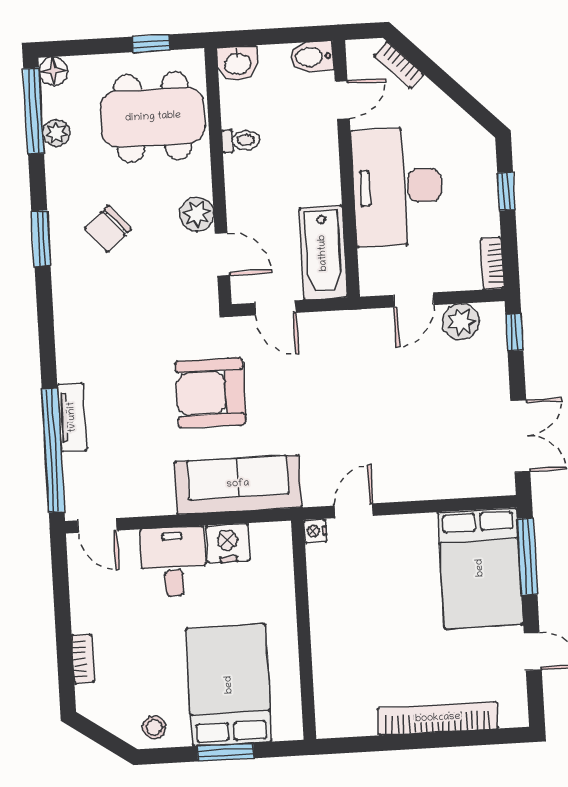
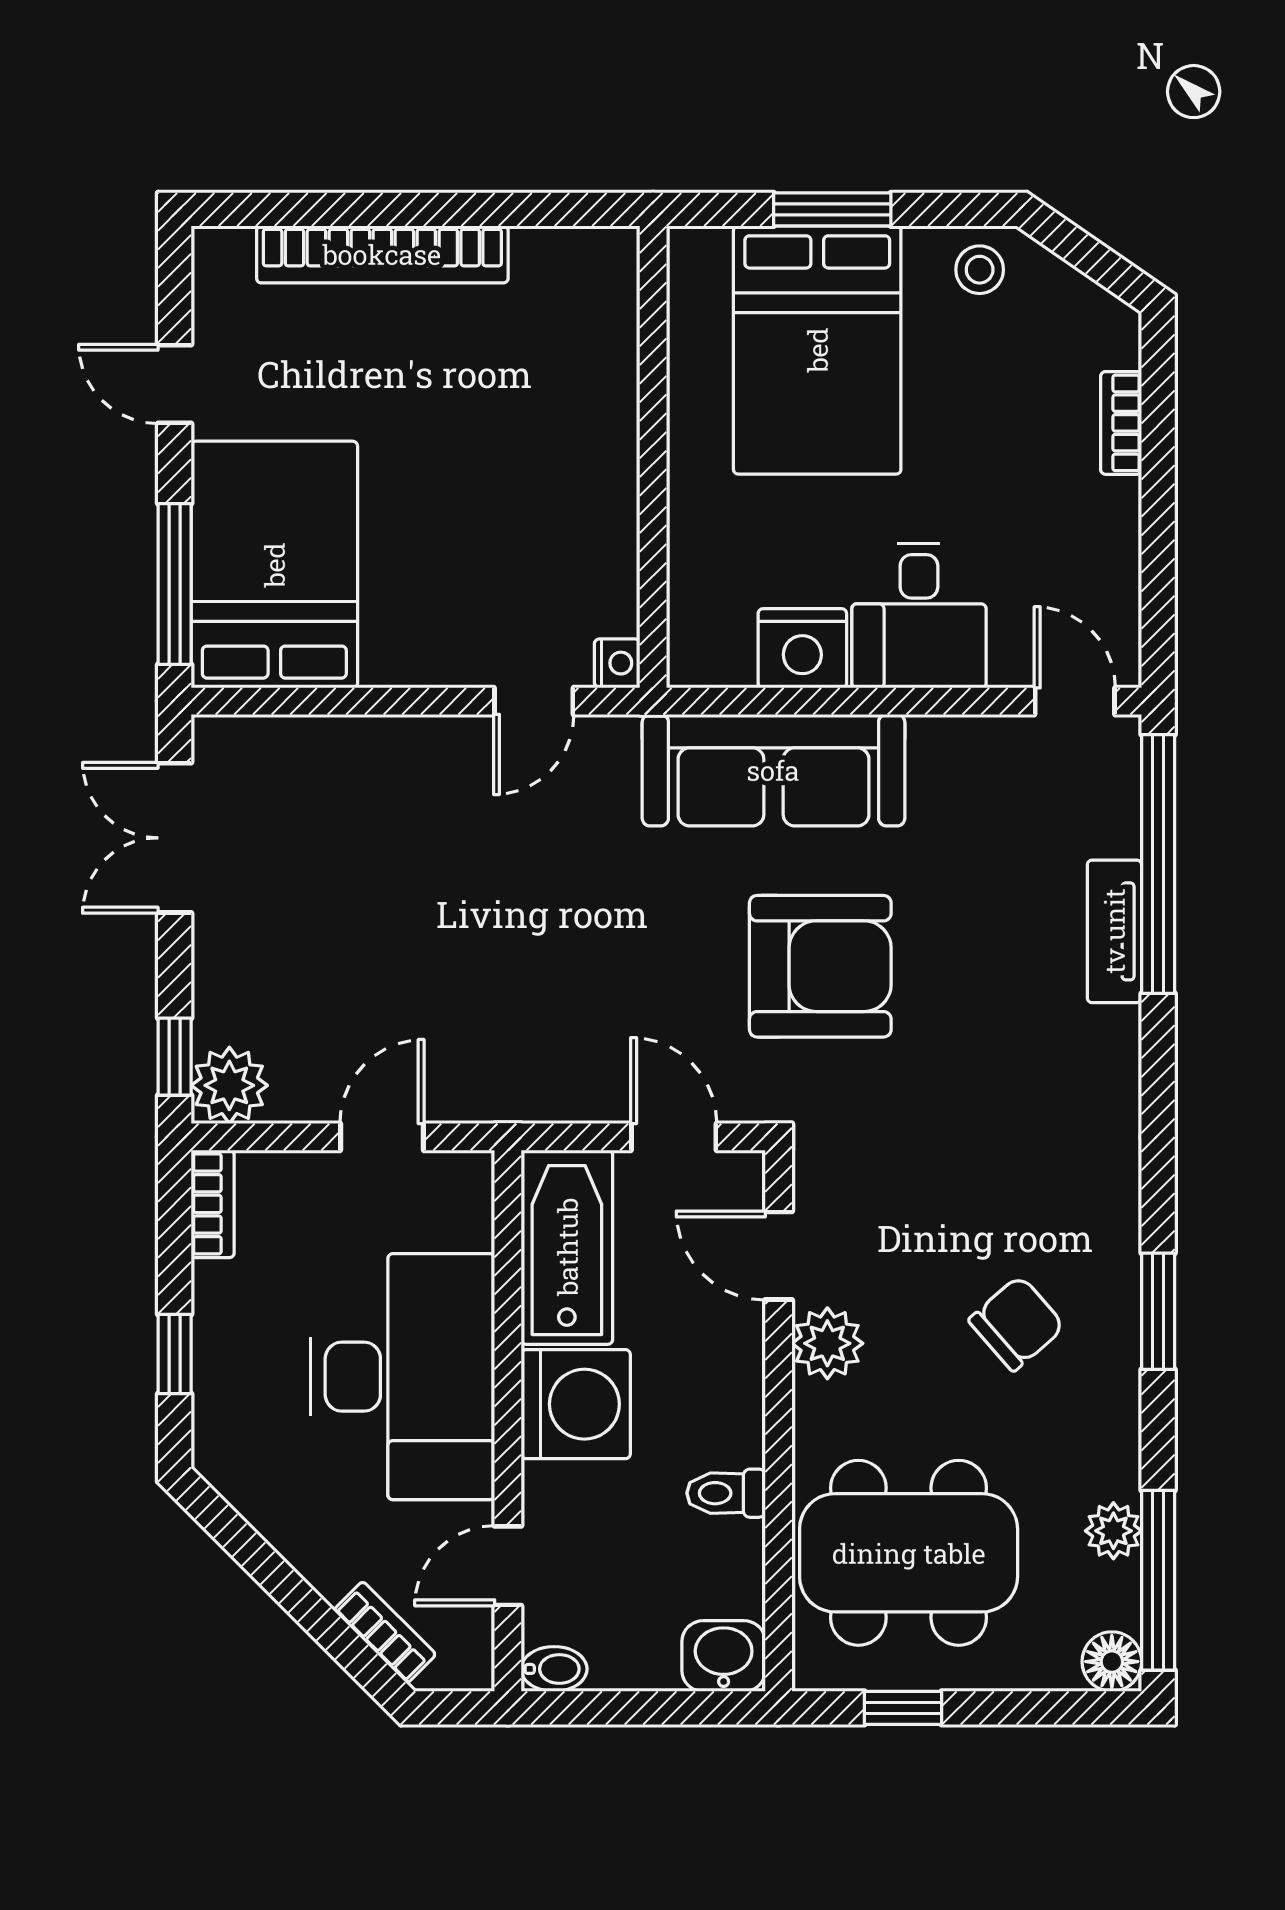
bidet: (312, 57) -> (554, 1669), width x0.72, depth x0.74
washing machine: (315, 178) -> (576, 1404), added
plant: (461, 322) -> (229, 1085), moved

